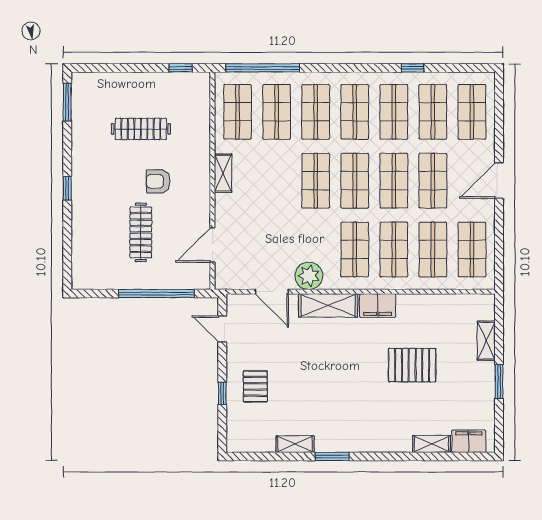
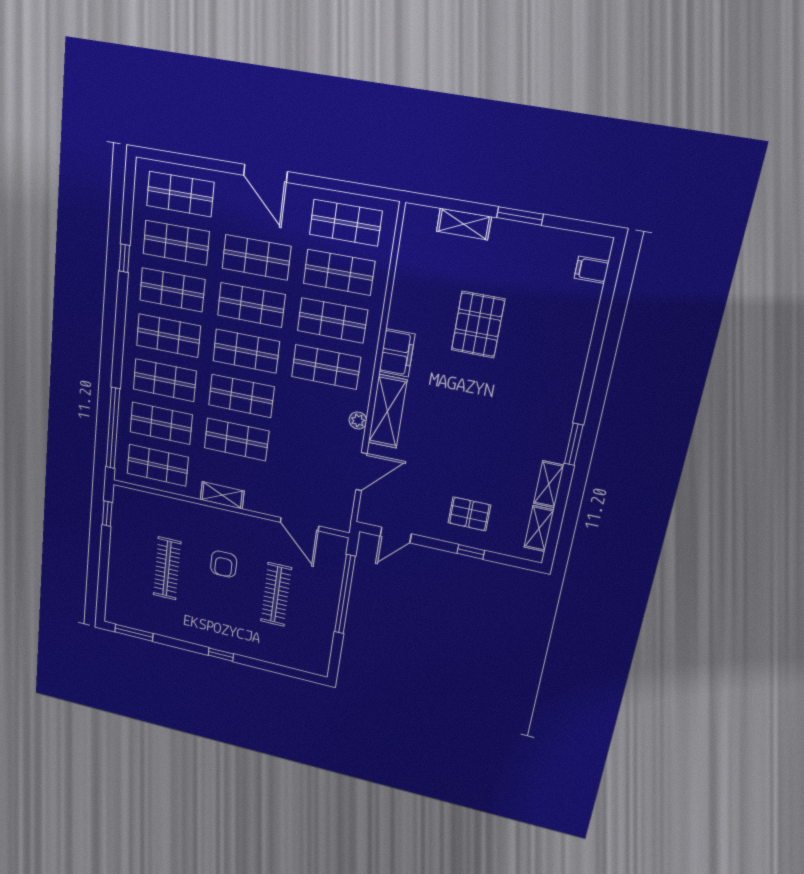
shop shelf: (277, 181) -> (237, 439), added
clothes rail: (141, 232) -> (276, 594), turned 90
plant: (309, 276) -> (358, 420), width x0.53, depth x0.53
filing cabinet: (469, 441) -> (592, 270), width x0.50
shelving: (431, 444) -> (539, 529), moved

